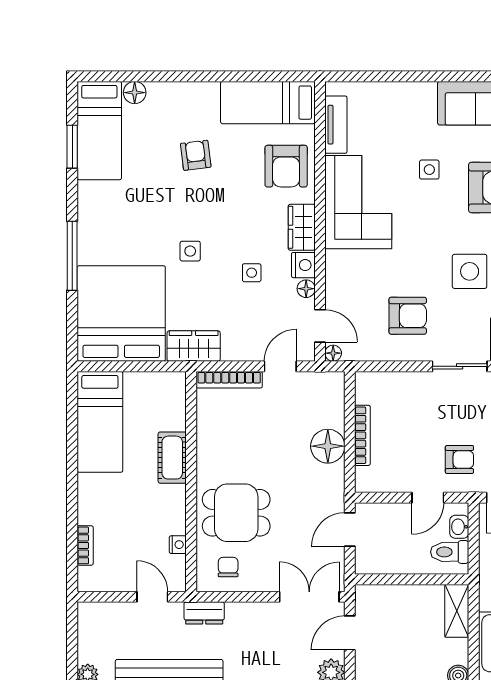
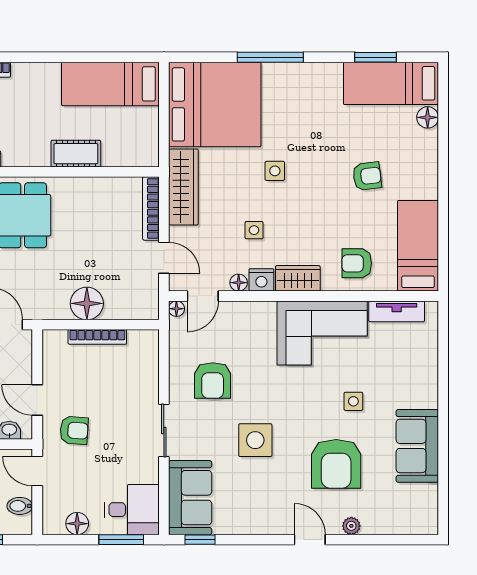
armchair: (286, 166) -> (357, 263), width x0.72, depth x0.72
wardrobe: (194, 346) -> (183, 187), width x1.50
armchair: (459, 459) -> (74, 430), turned -86

